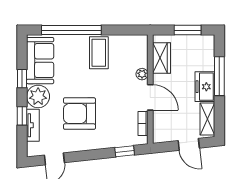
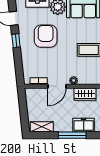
freezer: (205, 87) -> (84, 125), moved
door: (189, 144) -> (24, 113), removed
window: (125, 151) -> (16, 41), moved

